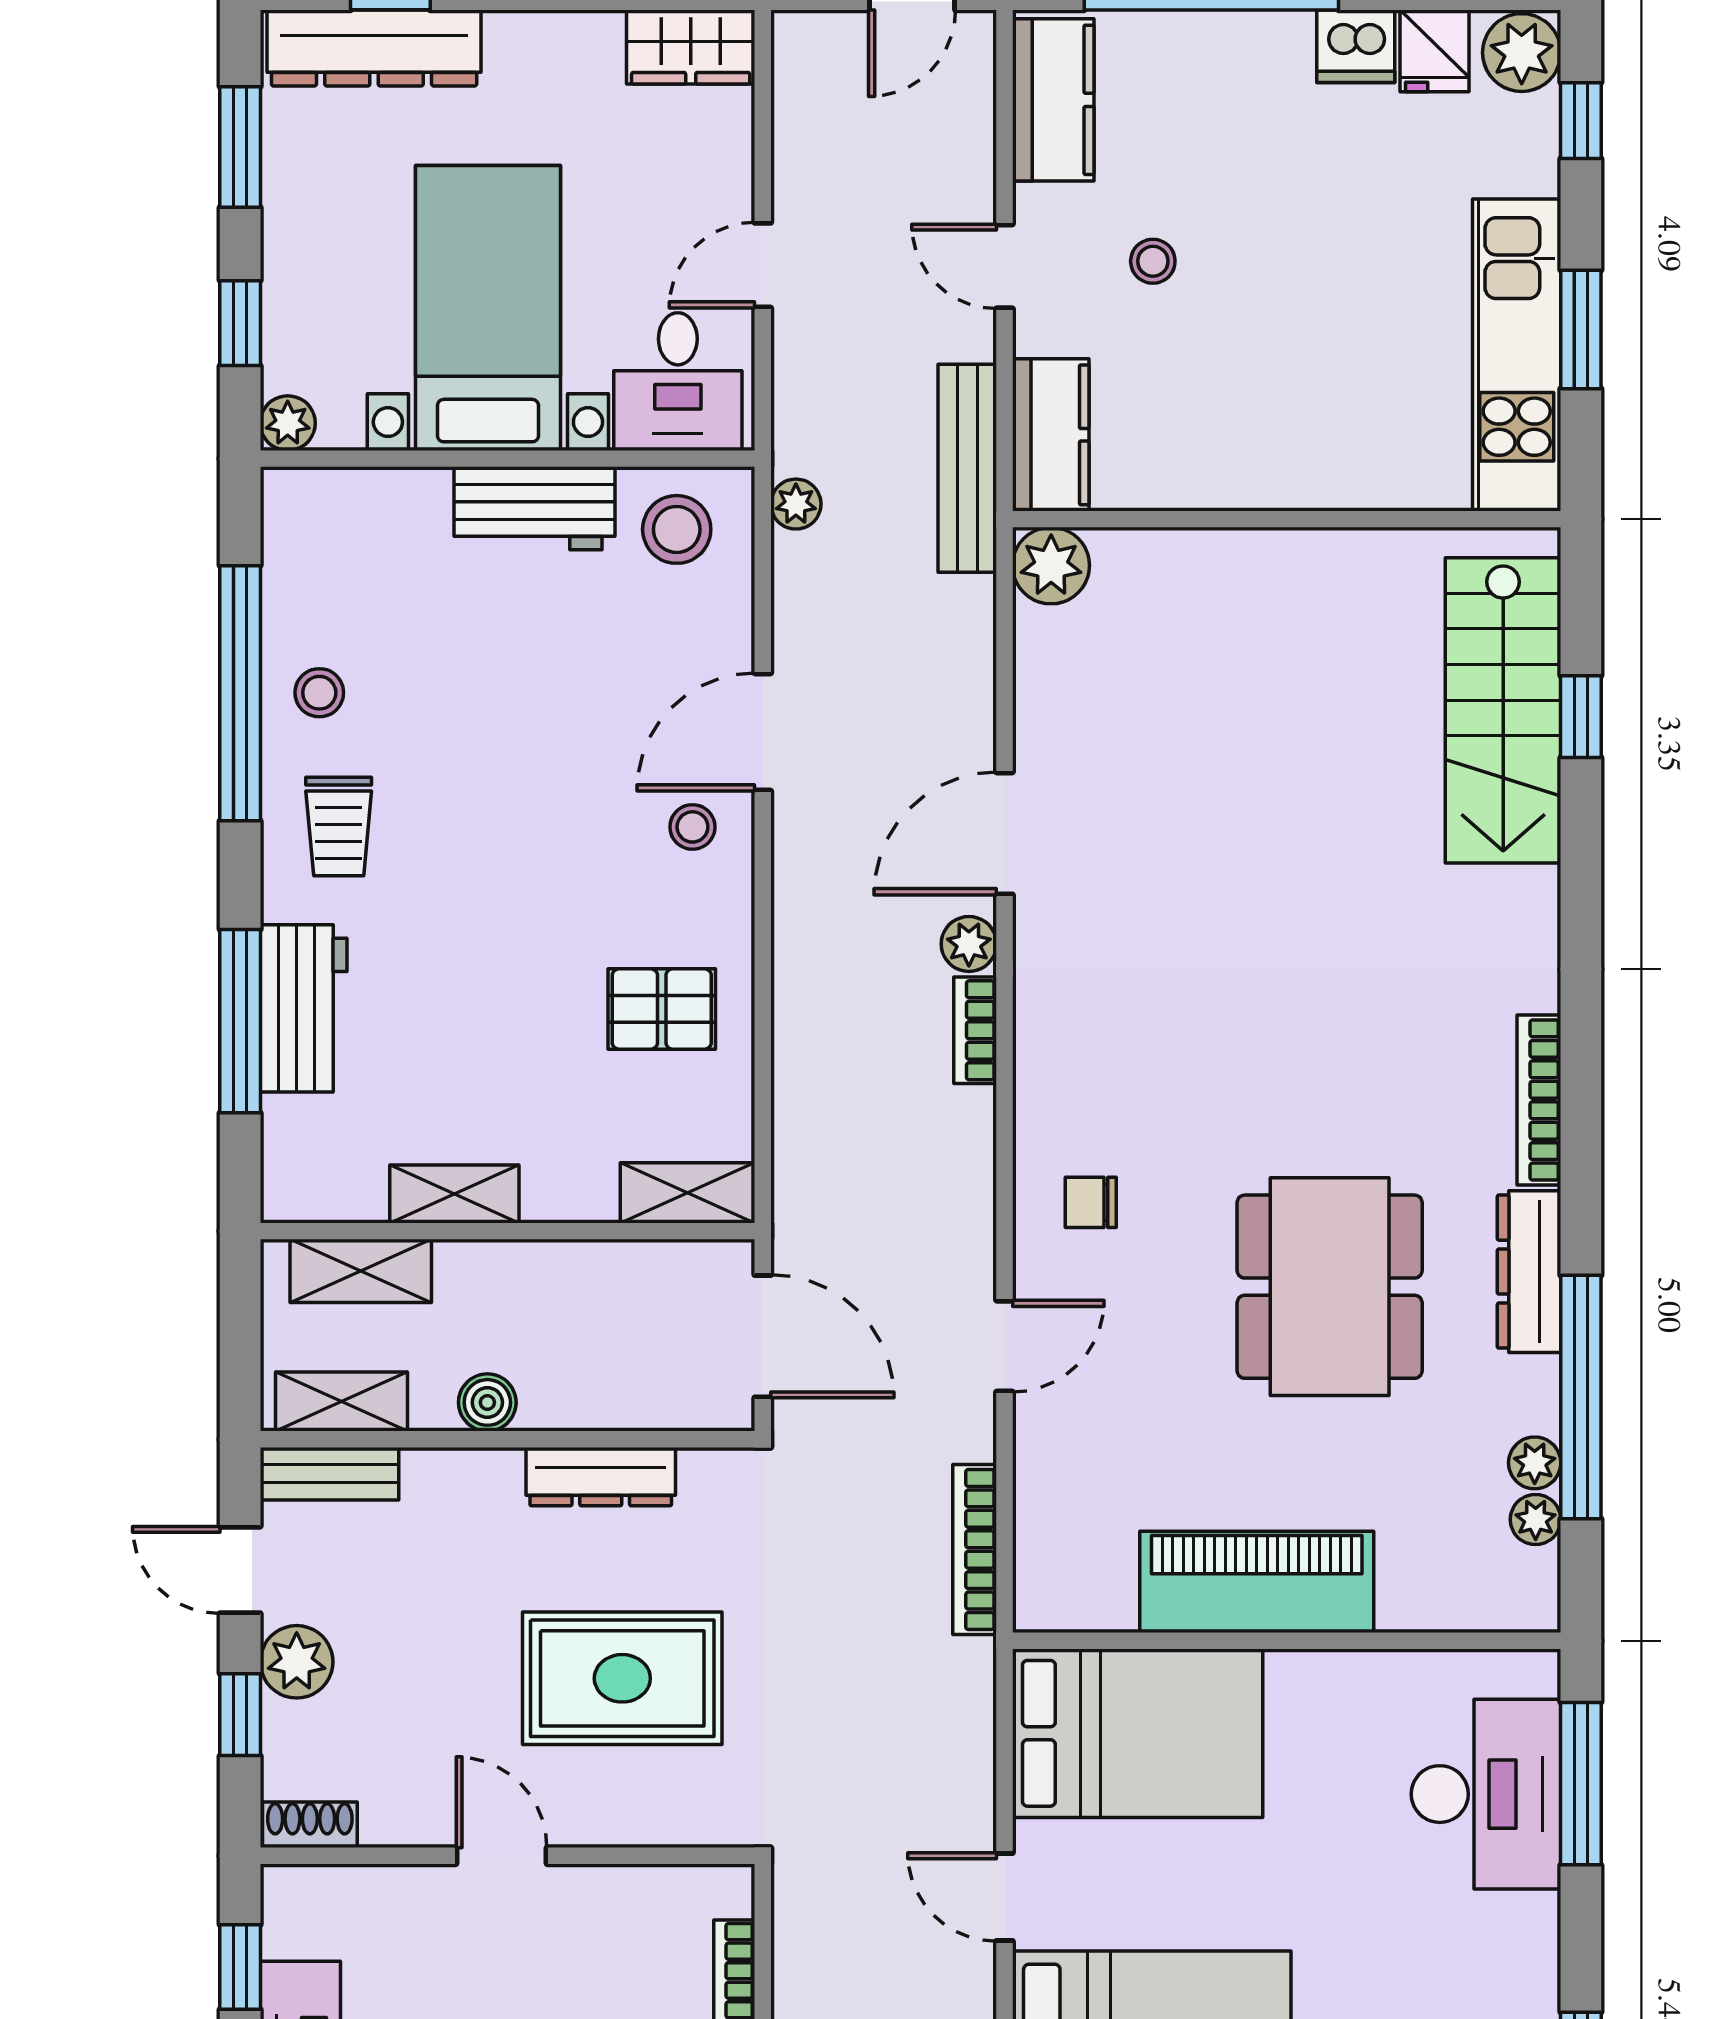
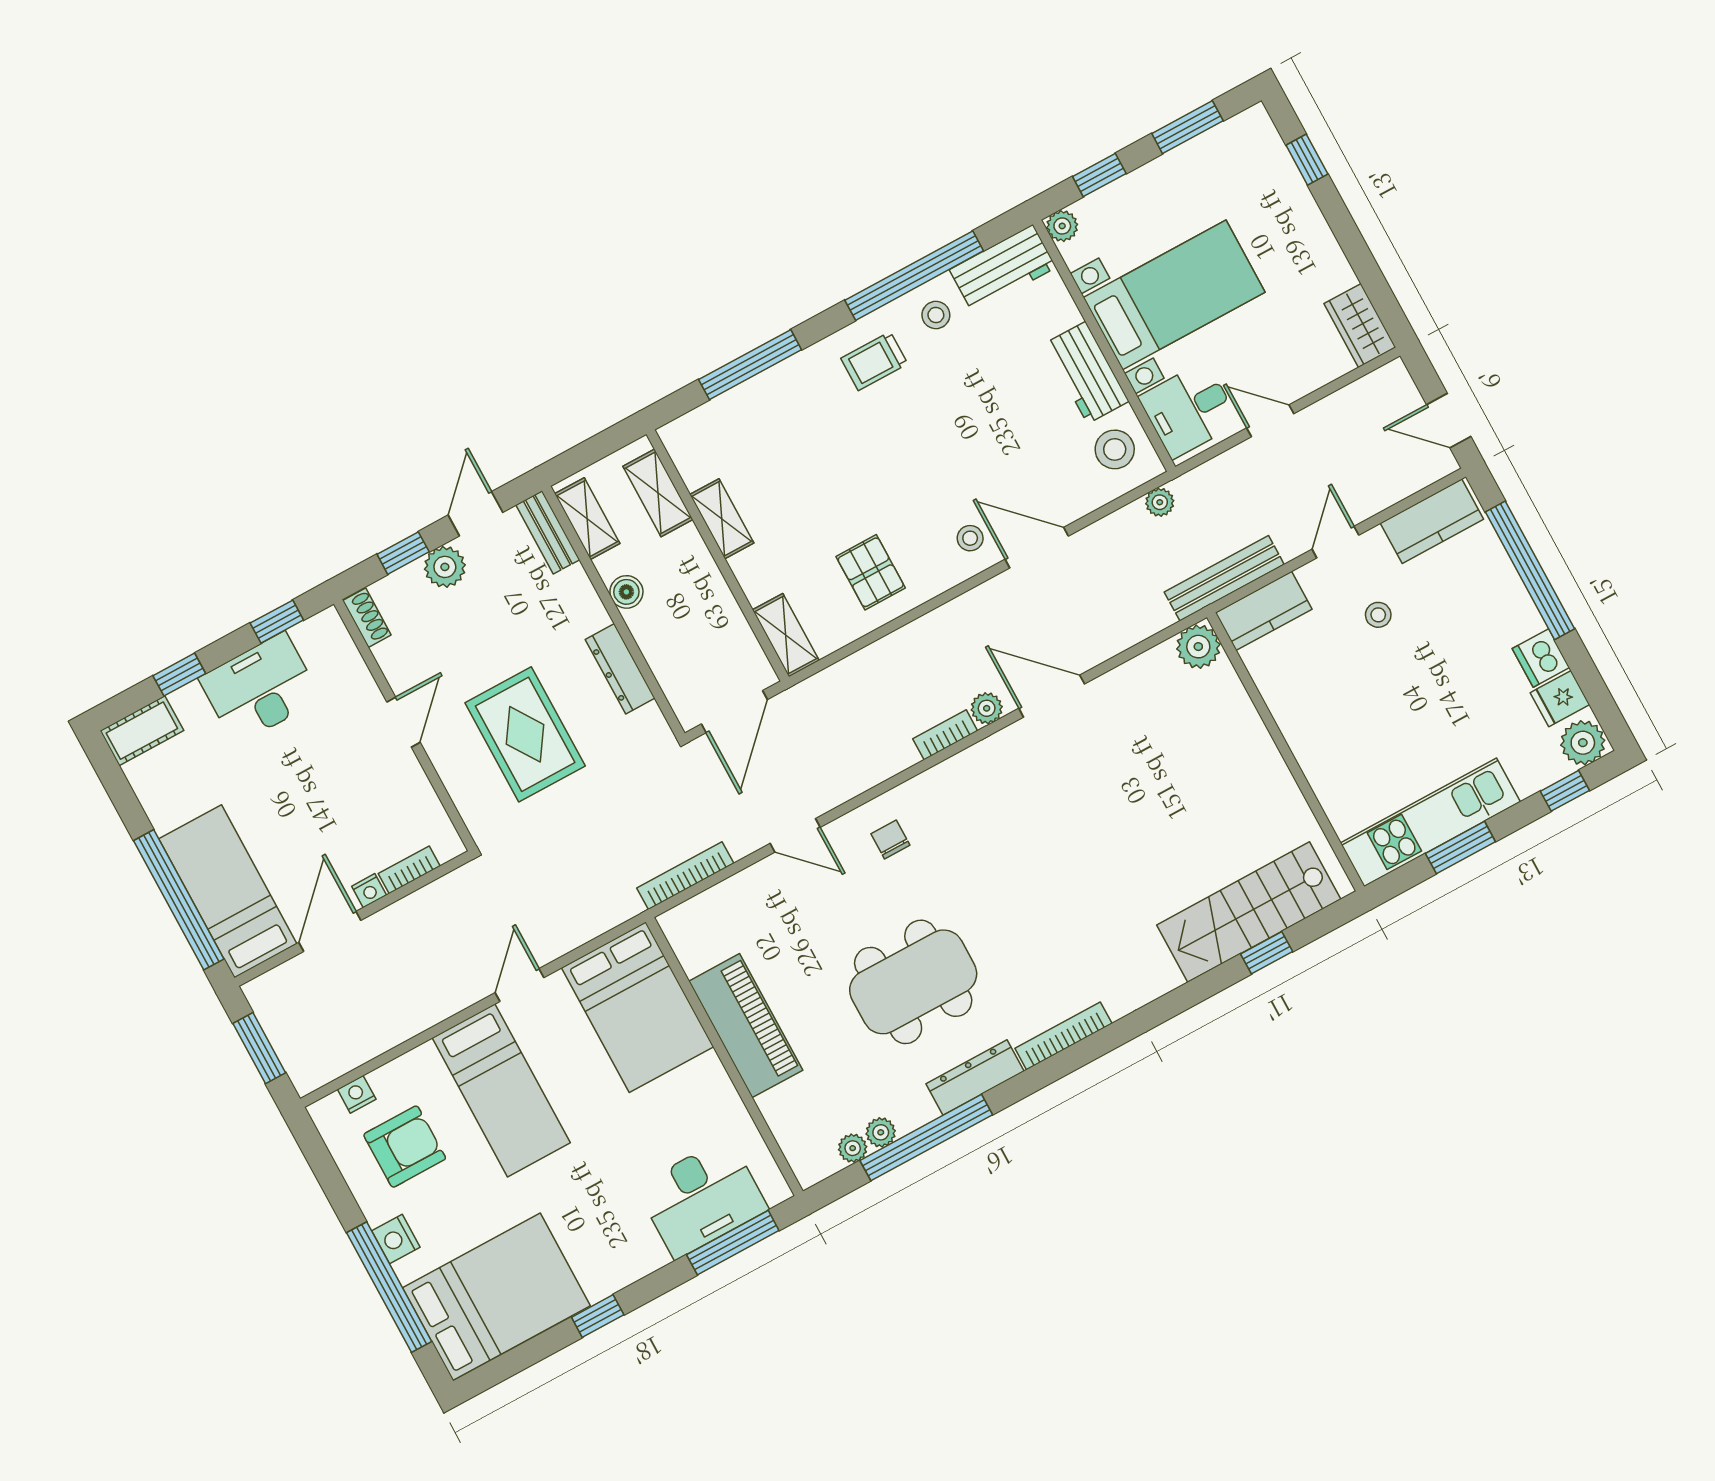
dresser: (374, 48) -> (1273, 167), removed
workbench: (304, 1008) -> (1003, 269), moved

